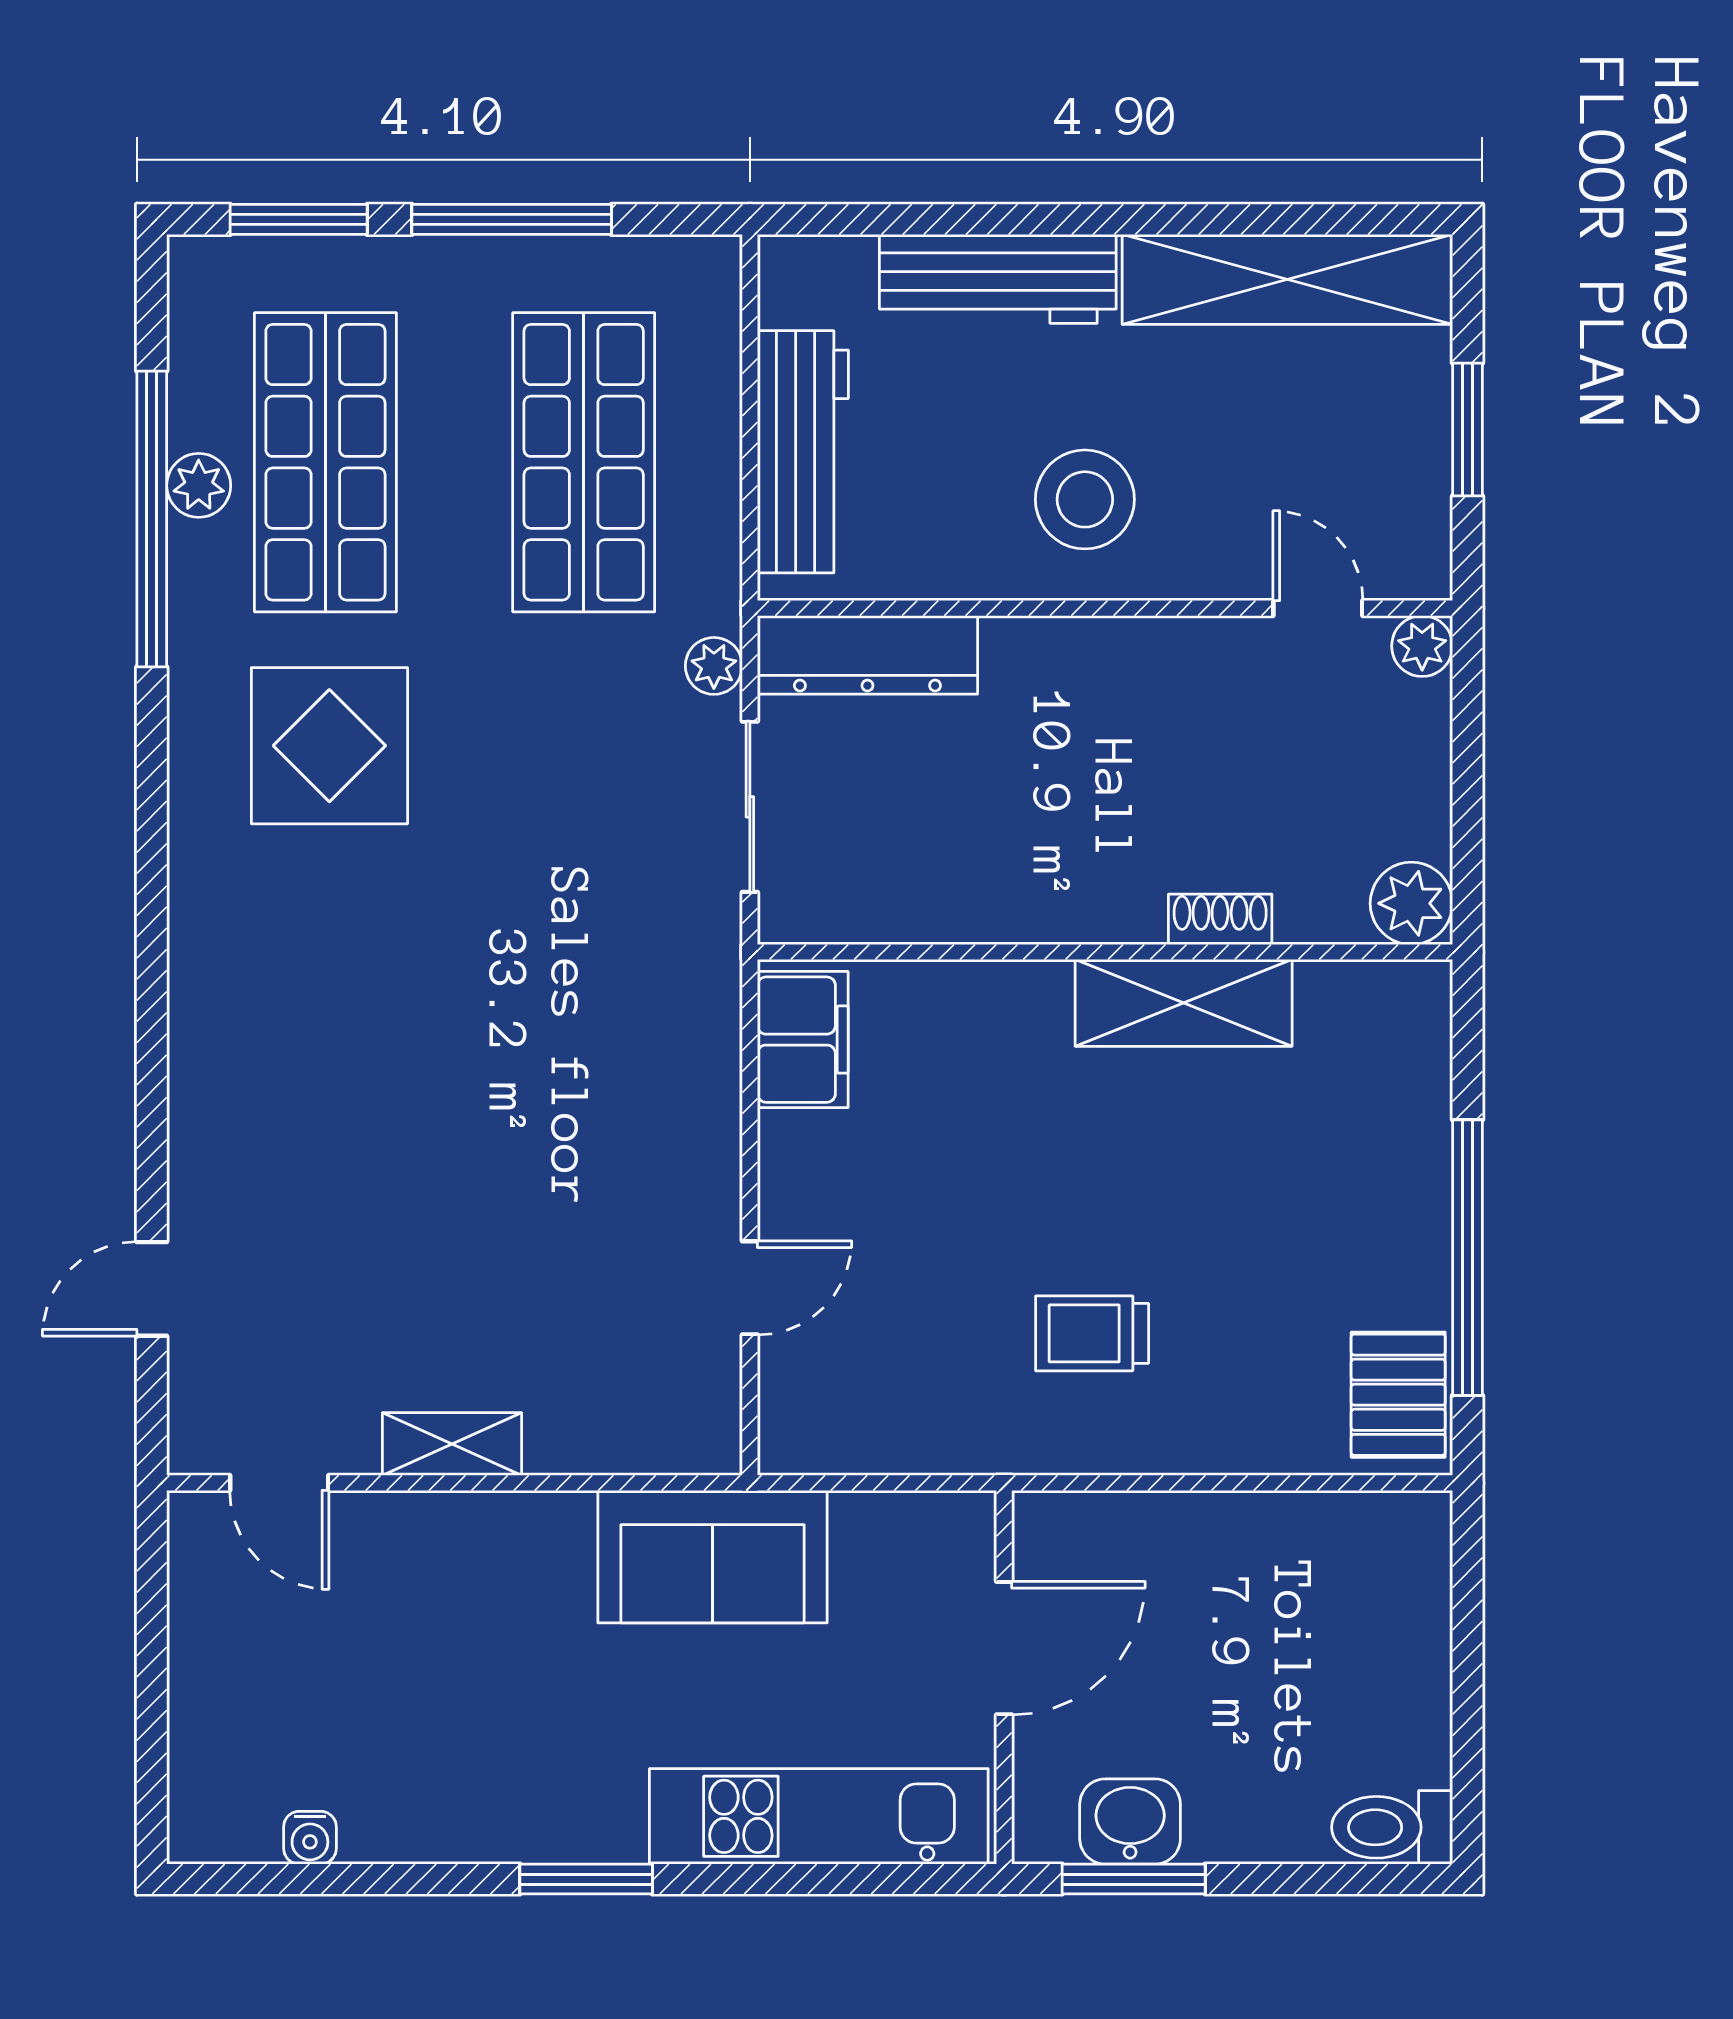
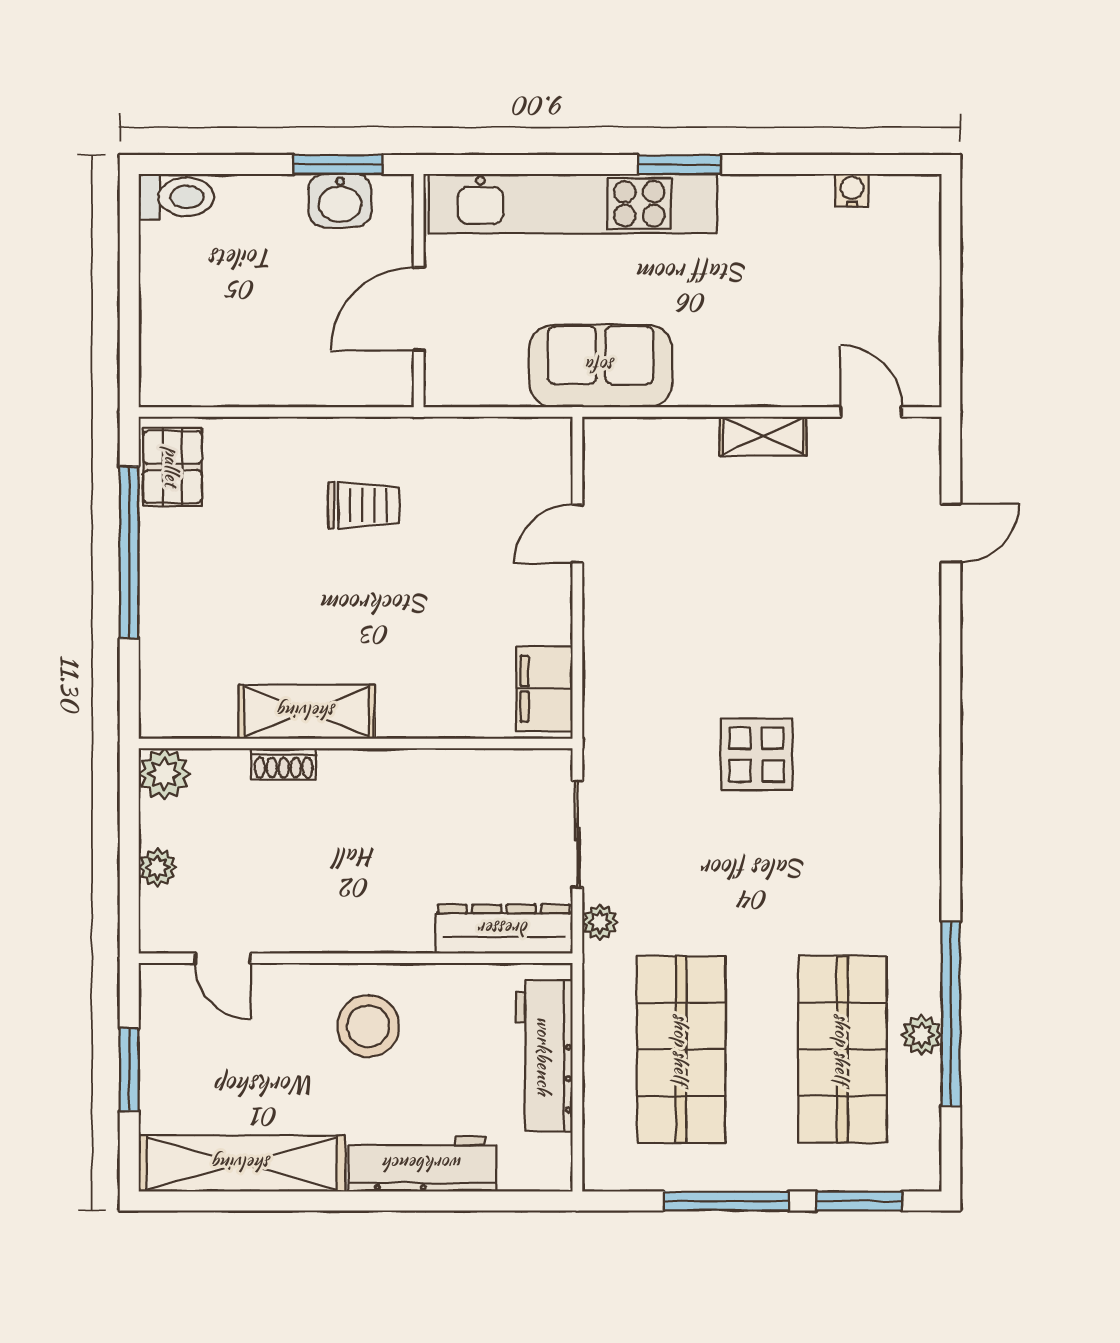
plant: (1422, 646) -> (158, 867), moved
display table: (329, 746) -> (757, 754), moved, width x0.73, depth x0.73
kitchen unit: (819, 1816) -> (573, 204), width x1.36

